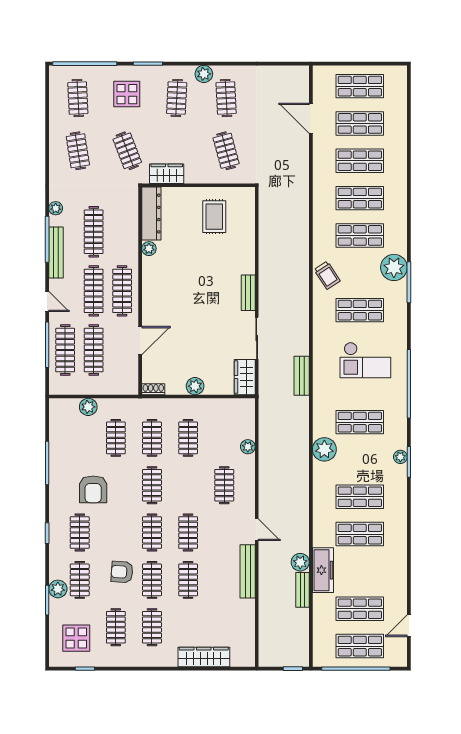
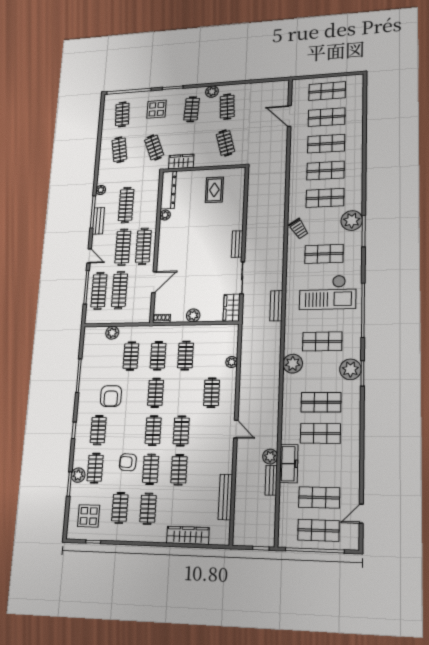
bench: (56, 252) -> (98, 221), width x0.73
checkout: (365, 360) -> (328, 292), width x1.36, depth x1.21
plant: (400, 457) -> (350, 369), width x1.88, depth x1.88
bench: (248, 571) -> (225, 497), moved

